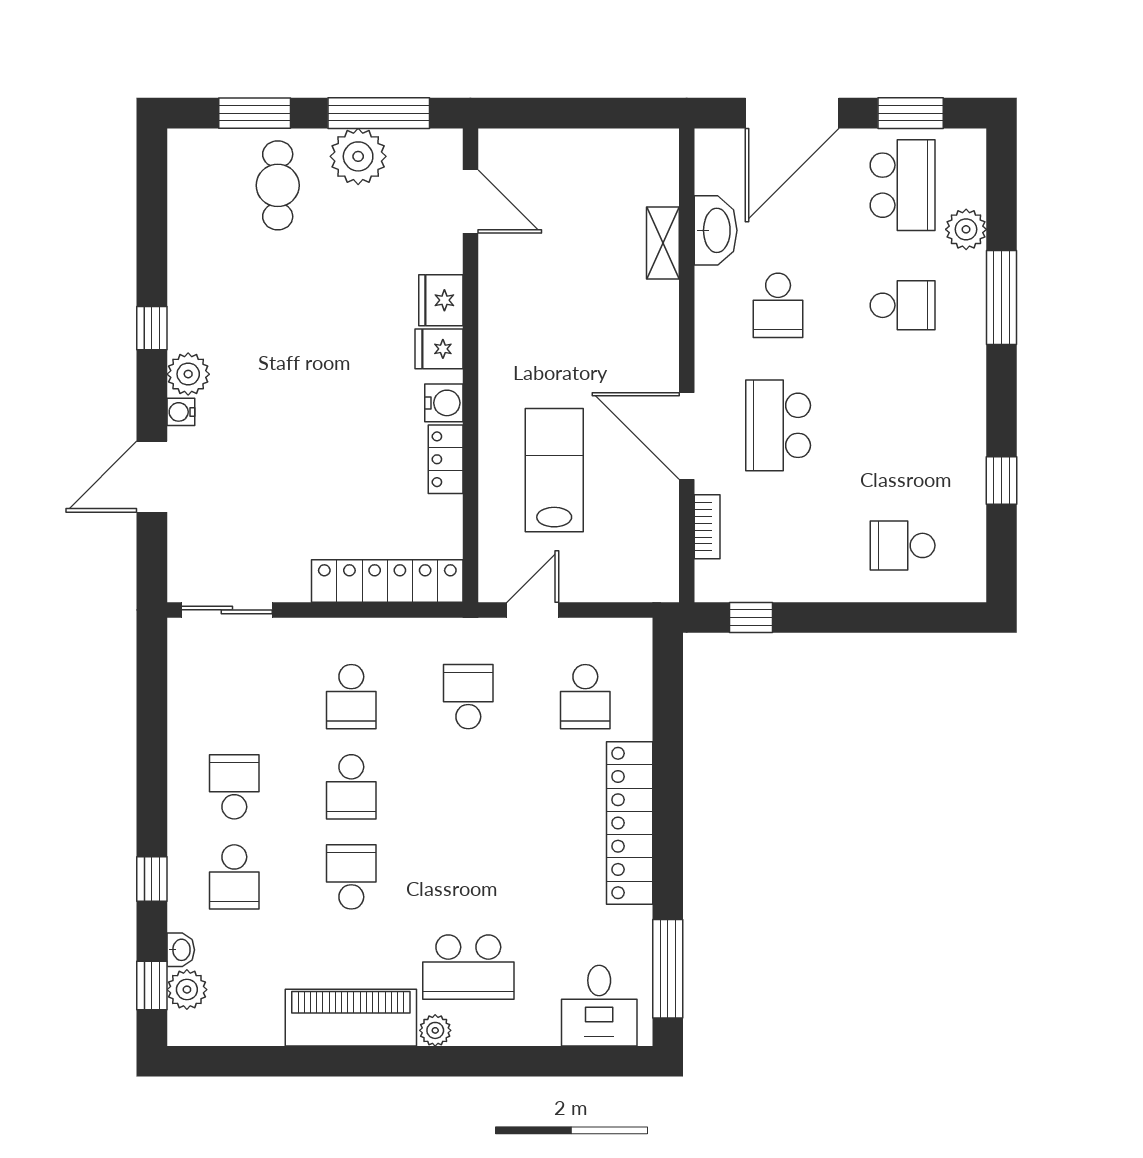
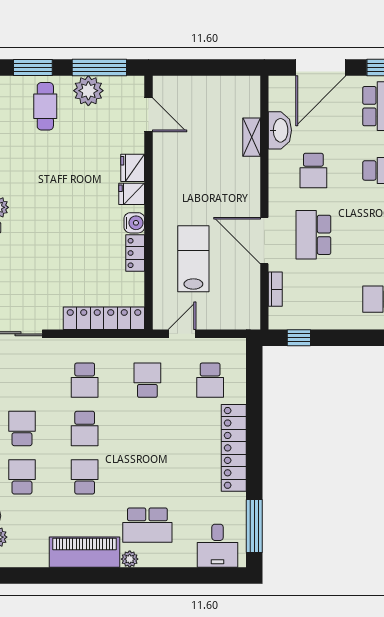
school desk: (234, 877) -> (22, 477), turned 180

